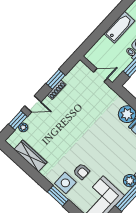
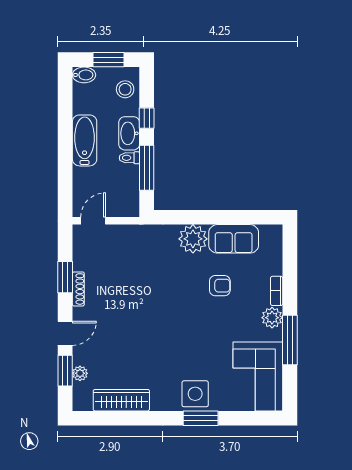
door: (101, 75) -> (93, 221), moved
armchair: (81, 171) -> (220, 286), moved

